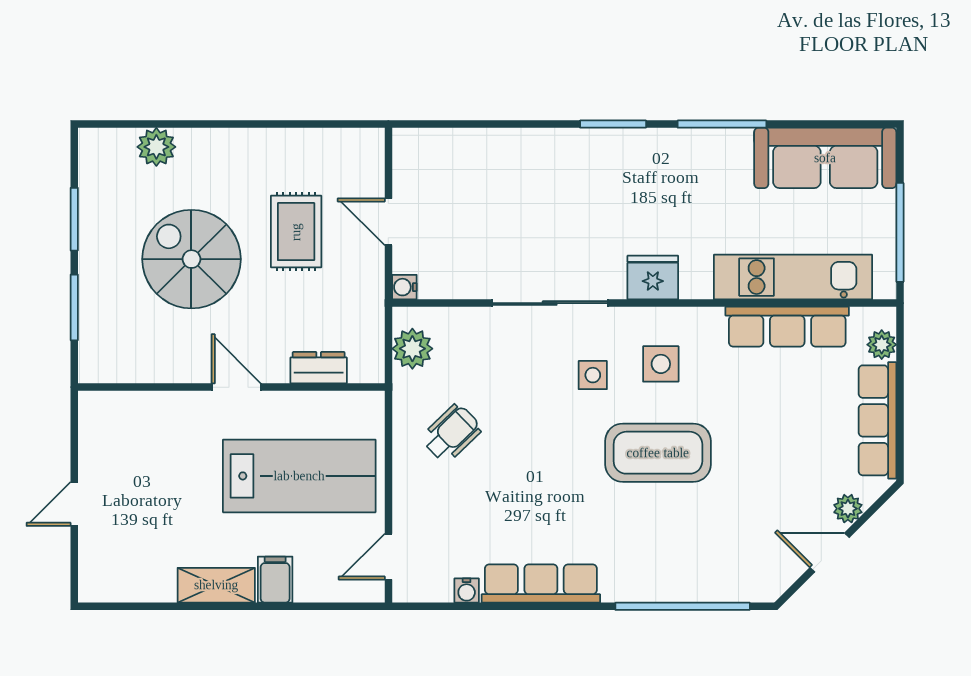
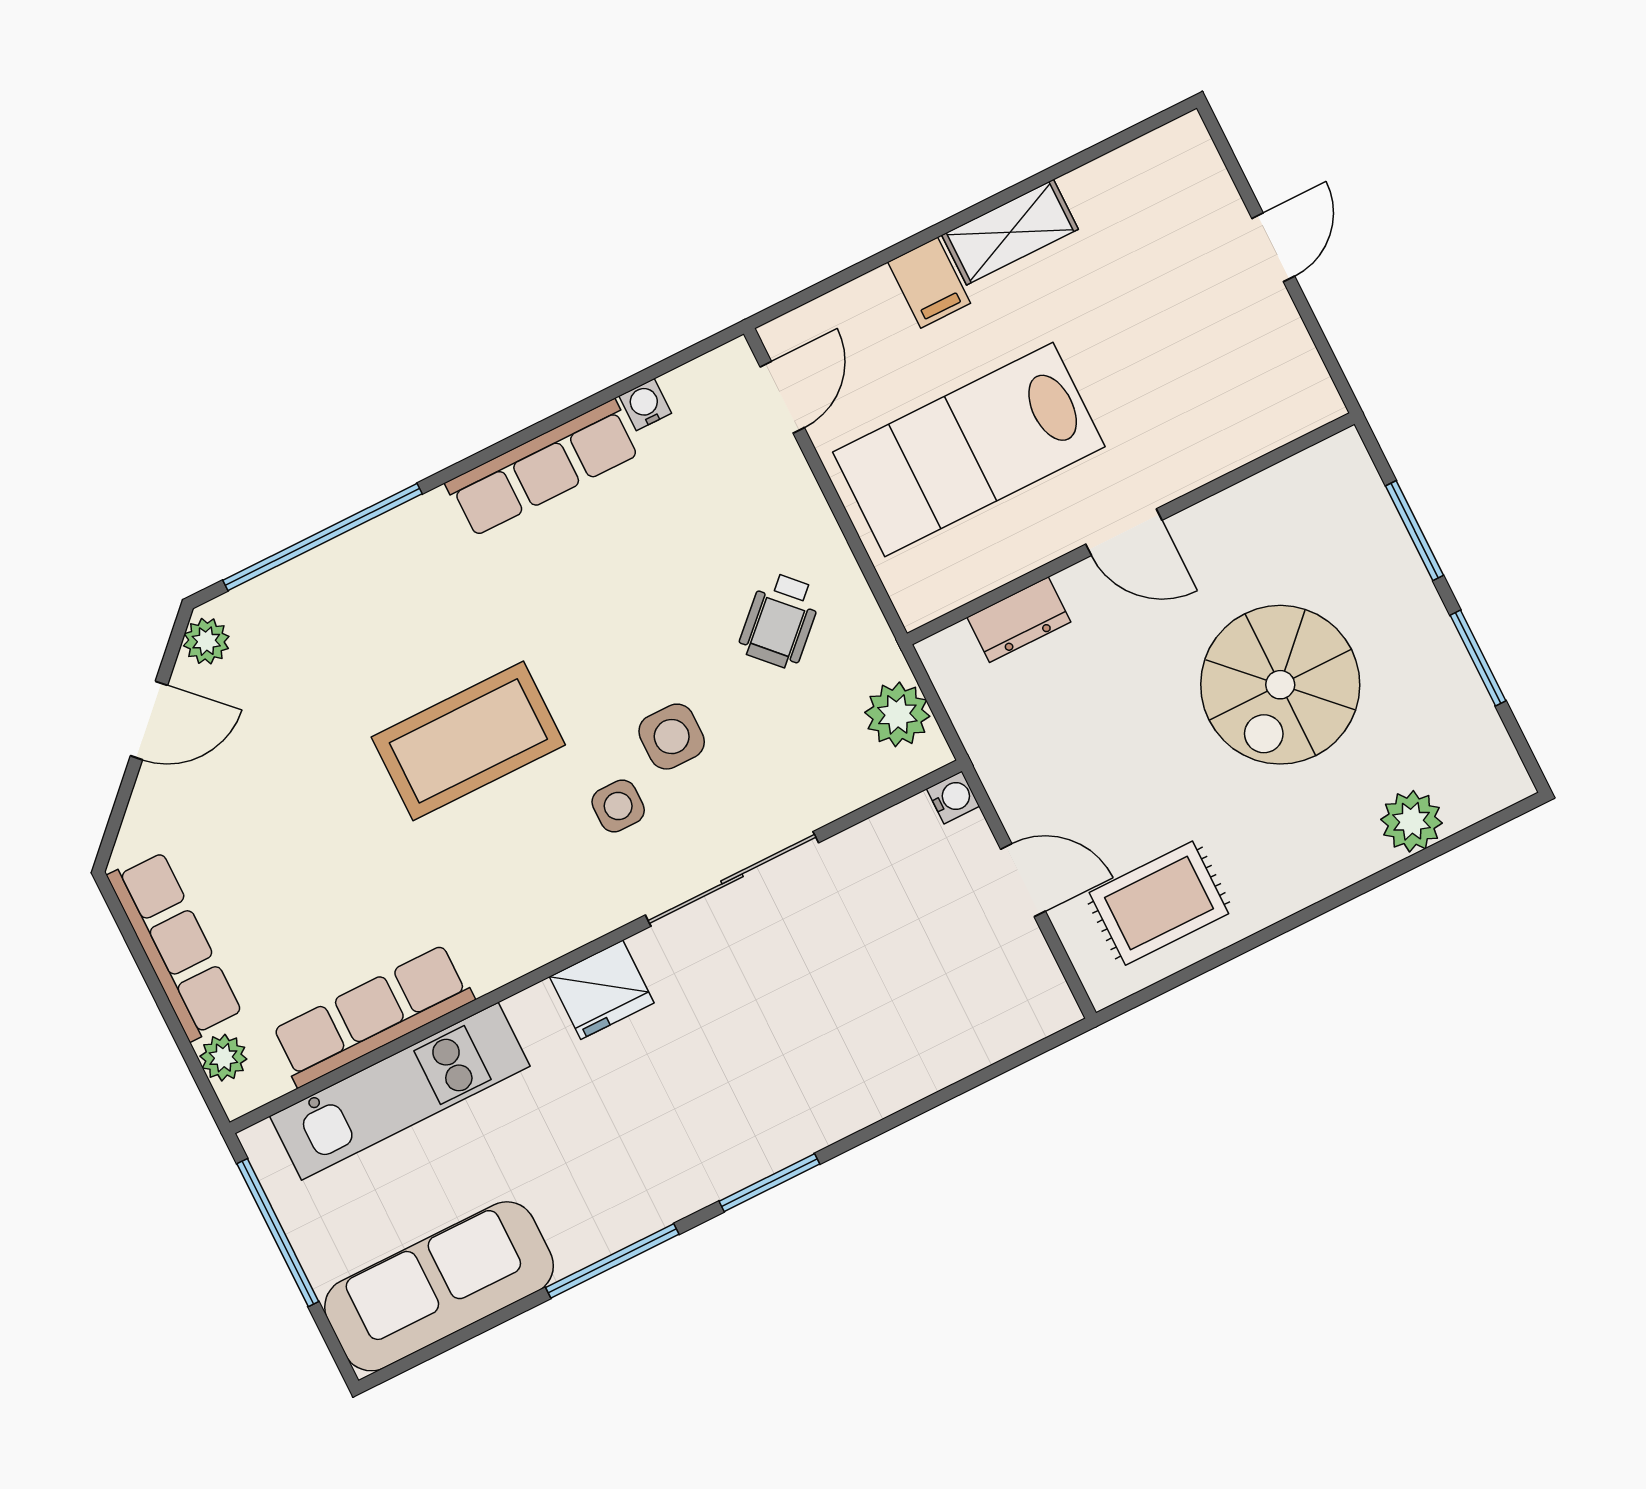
rug: (296, 232) -> (1159, 903), moved, turned 90
spiral stairs: (191, 259) -> (1280, 685), turned 90
side table: (661, 364) -> (672, 737), moved
plant: (848, 509) -> (206, 641), moved

